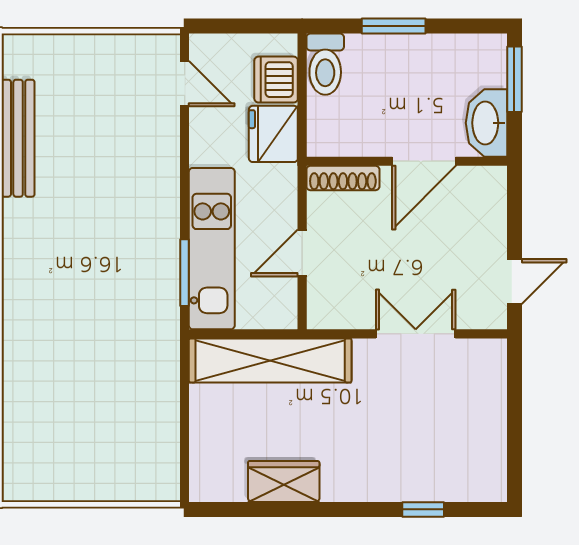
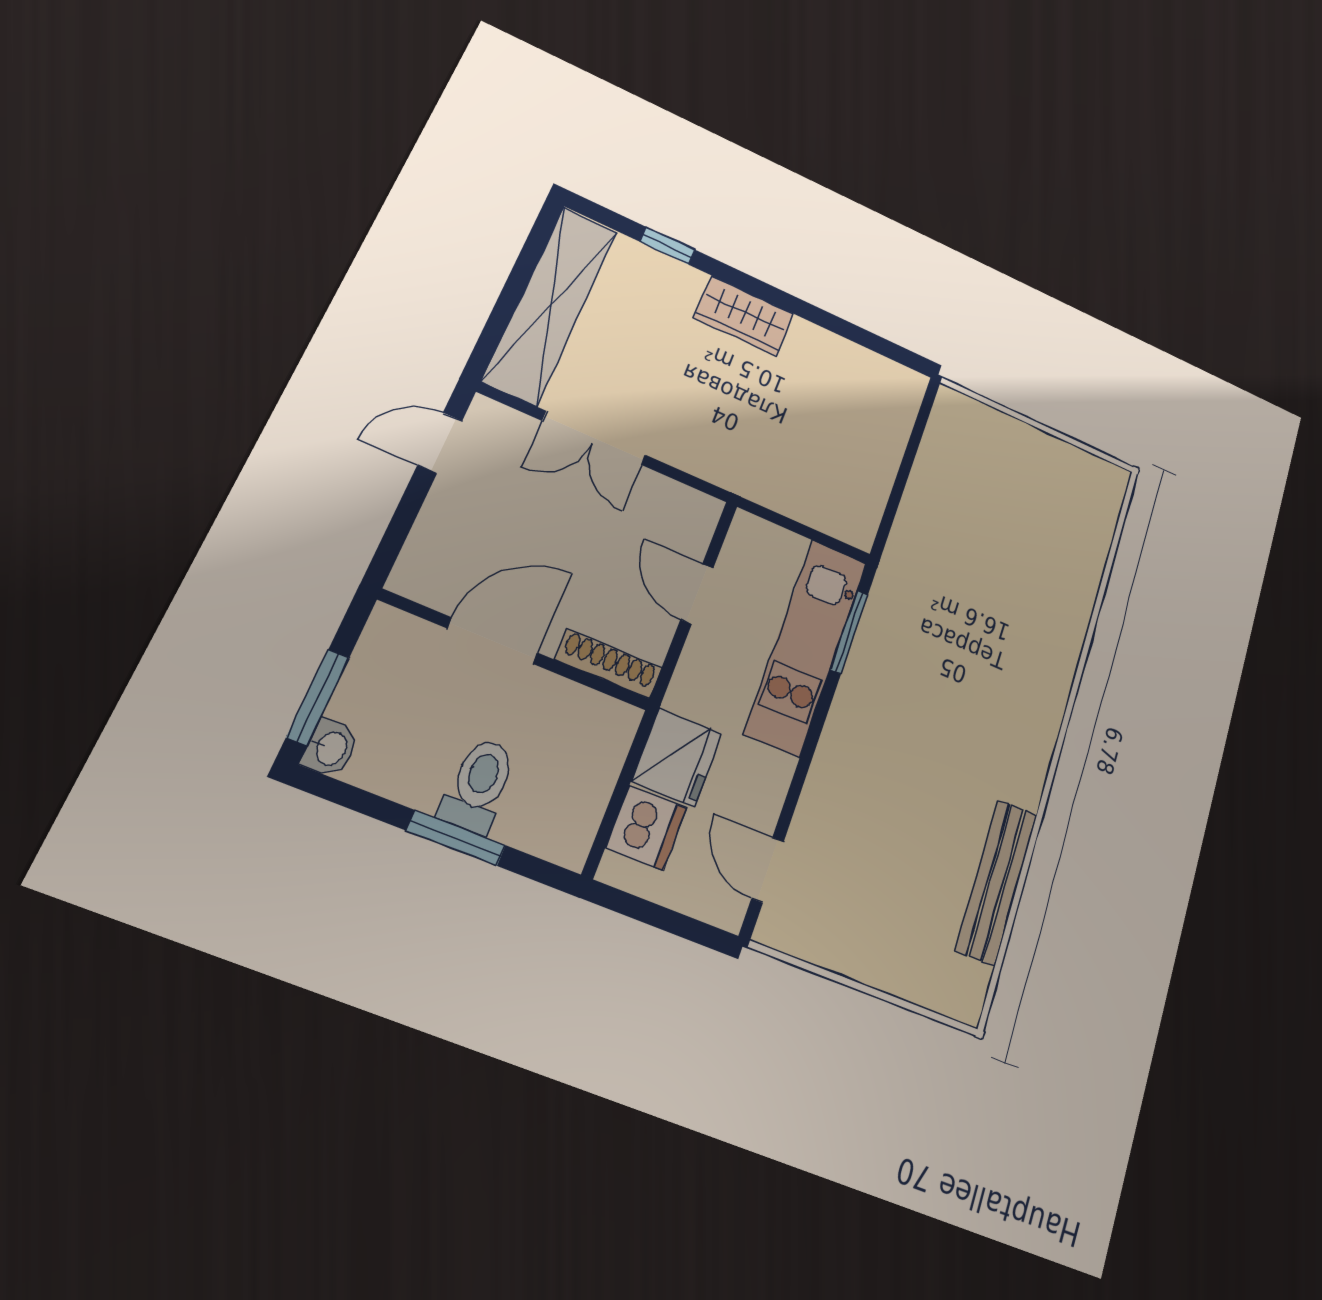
toilet: (325, 64) -> (478, 785), moved
washbasin: (486, 123) -> (331, 748), moved, width x0.52, depth x0.69
door: (302, 253) -> (697, 594), swing flipped
shelving: (270, 360) -> (551, 305), moved, turned 90
wardrobe: (284, 481) -> (744, 316), moved

